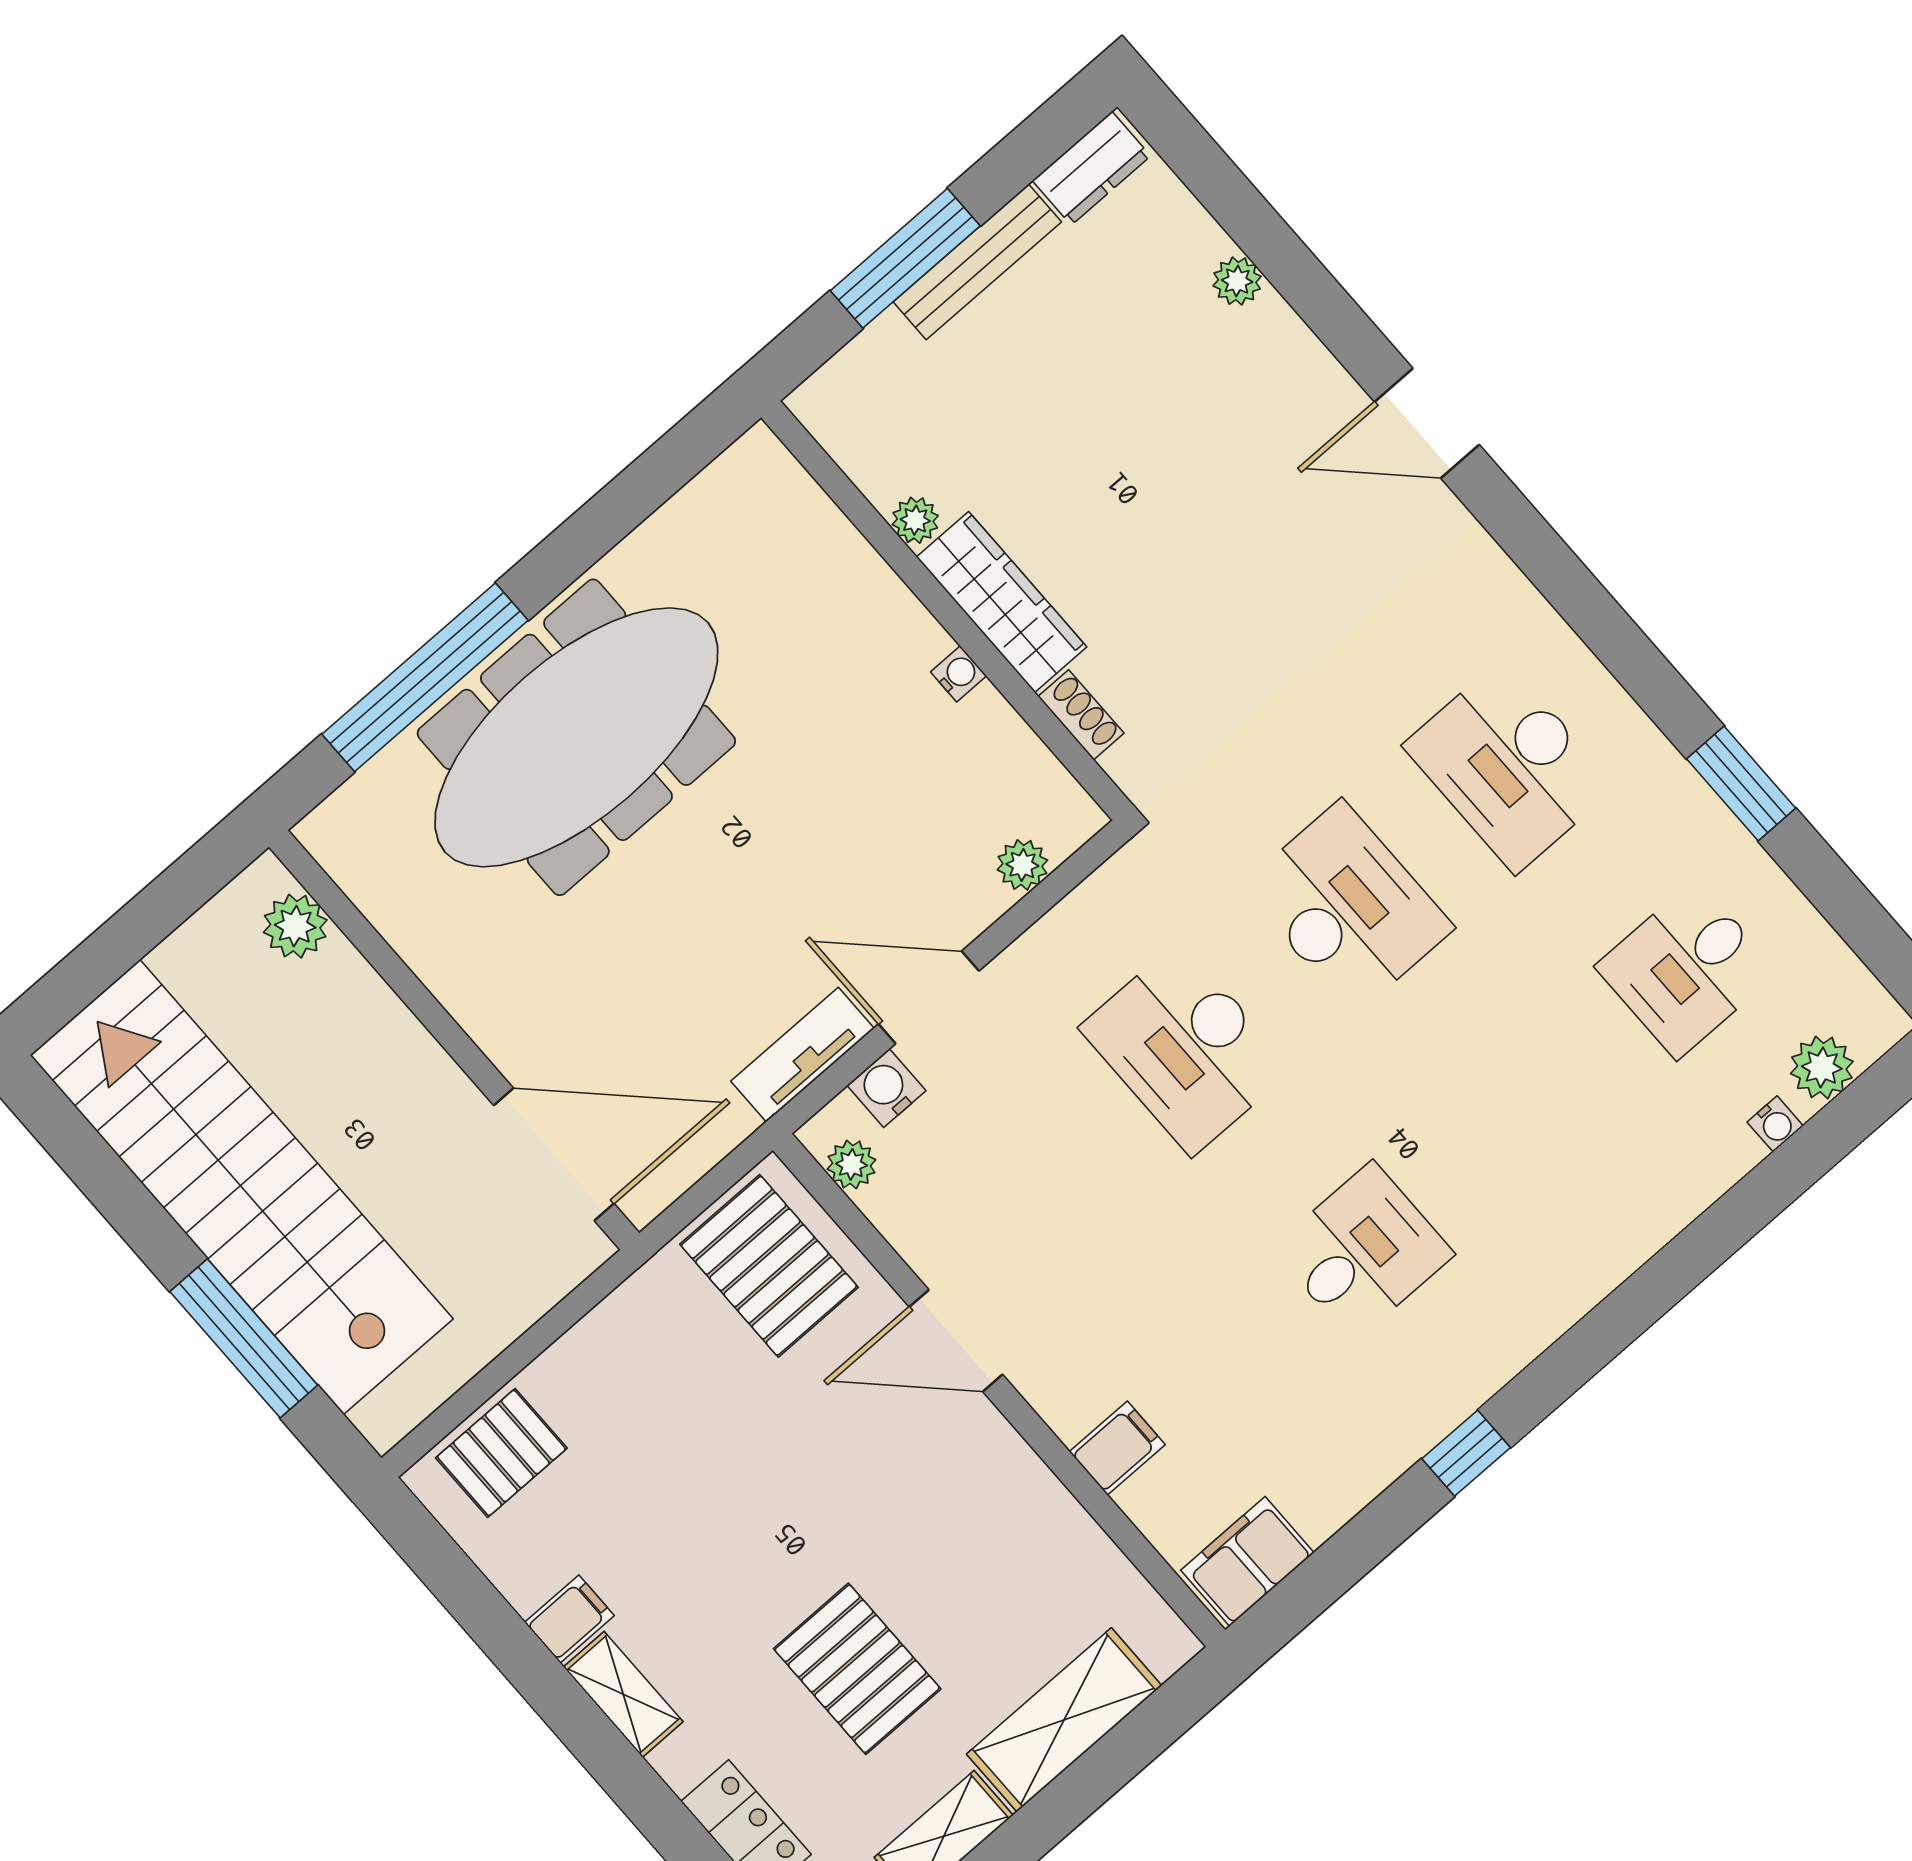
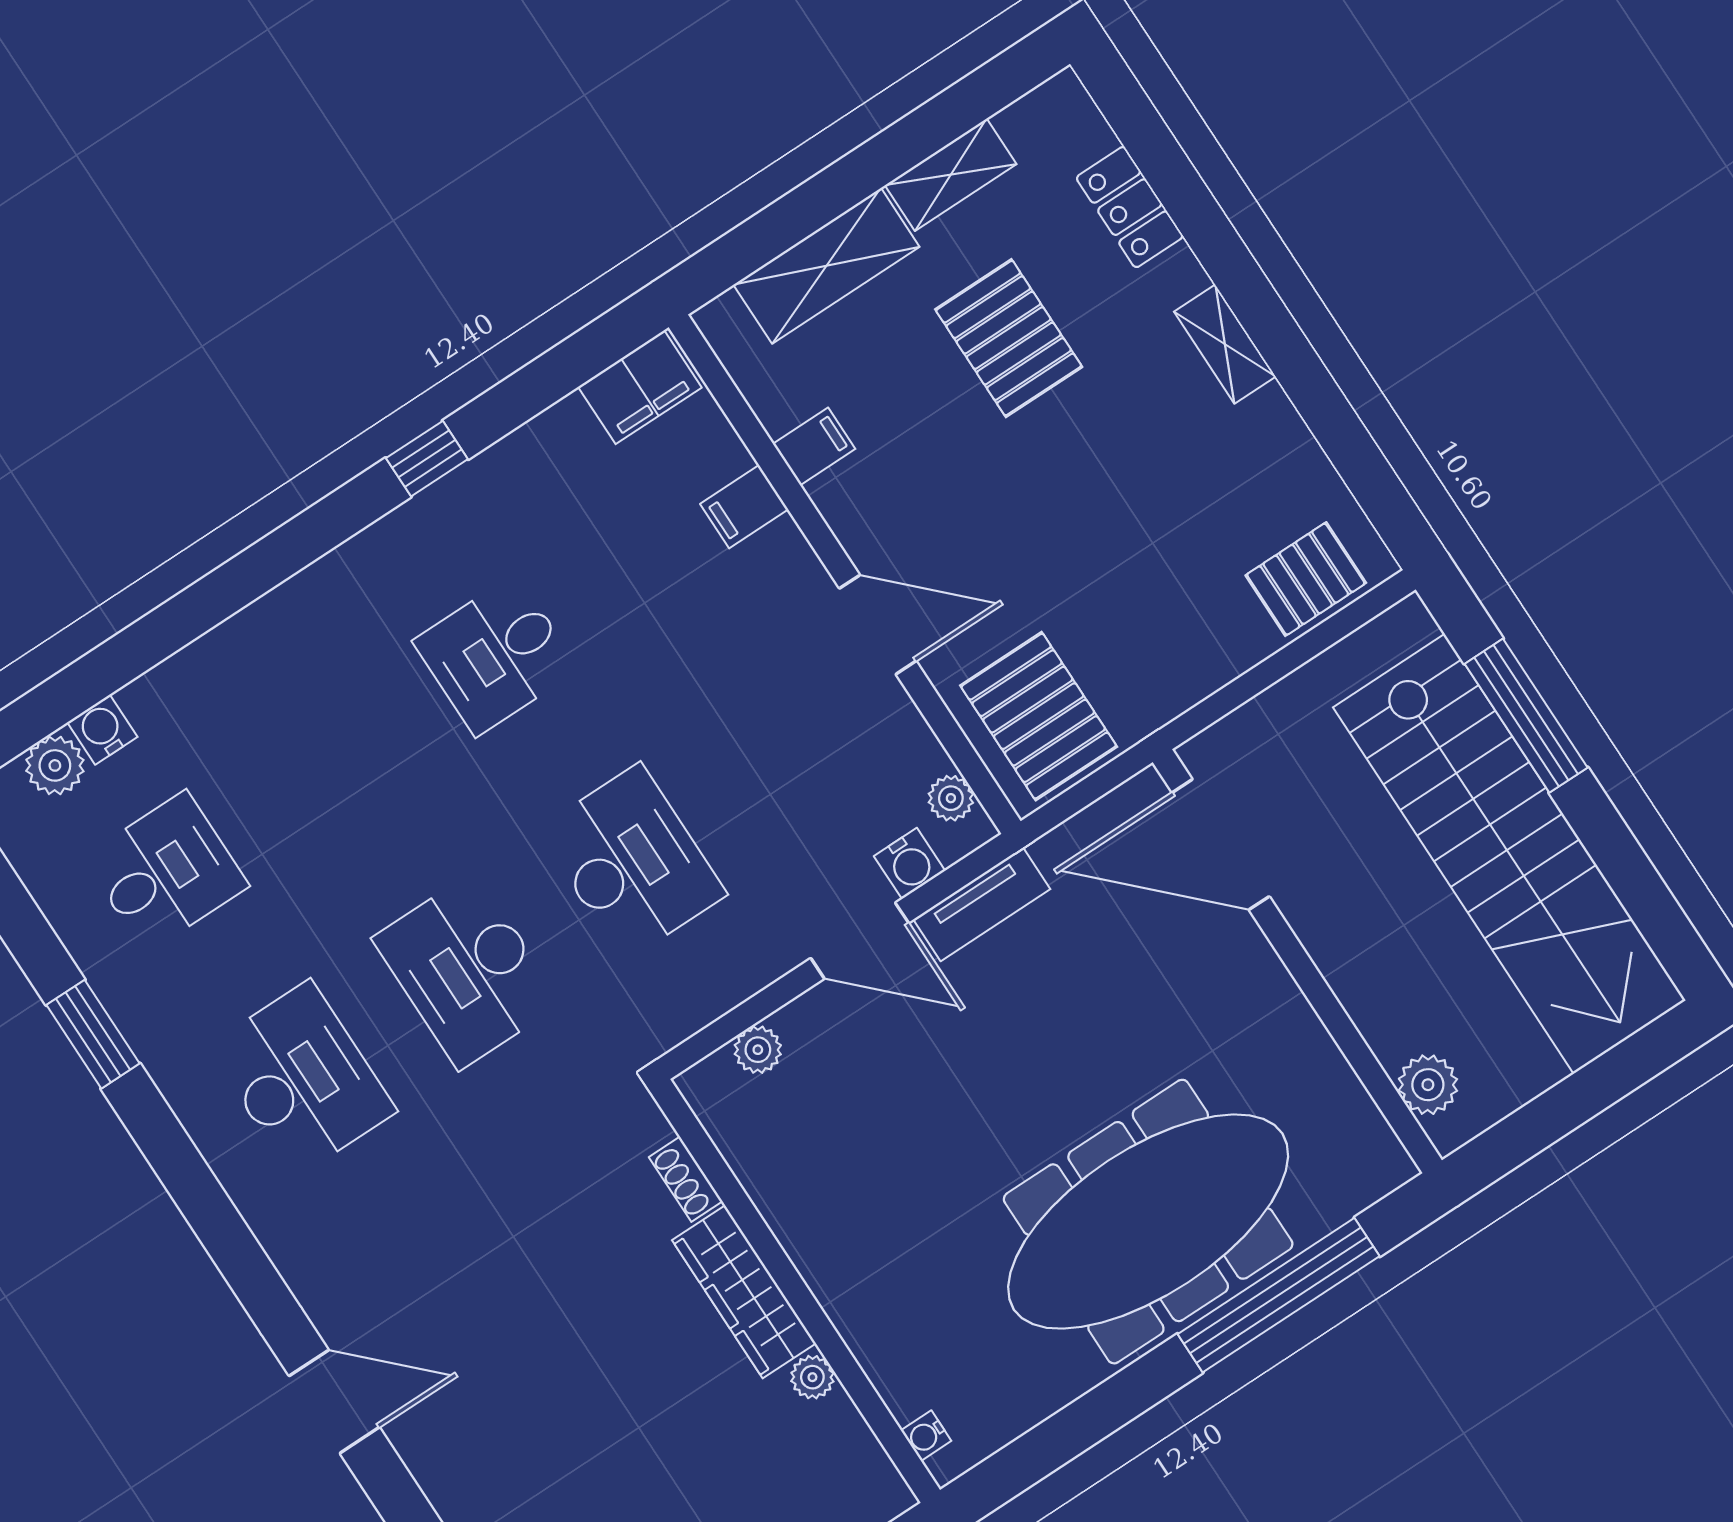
water cooler: (959, 674) -> (926, 1436), moved
water cooler: (1775, 1124) -> (102, 730), width x1.38, depth x1.38
filing cabinet: (569, 1619) -> (814, 446), moved, turned 180

